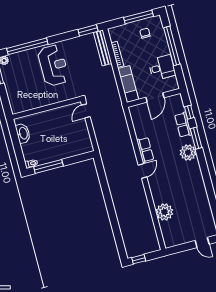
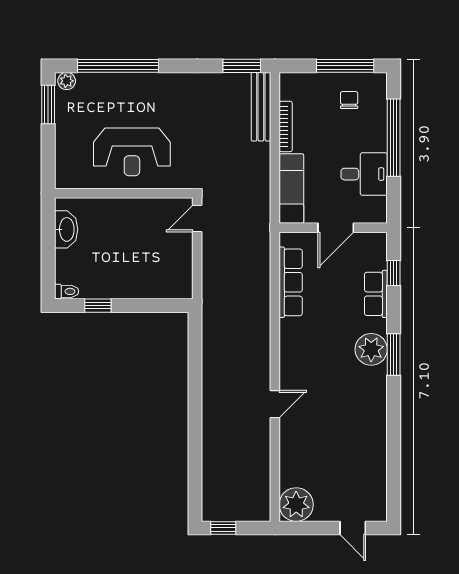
reception desk: (53, 65) -> (132, 152), moved, turned 90
window: (196, 138) -> (394, 354), moved
row of seats: (145, 150) -> (291, 282), moved, width x1.48
window: (48, 166) -> (98, 306), width x0.46
door: (142, 171) -> (275, 404), moved
plant: (164, 212) -> (296, 505), moved

